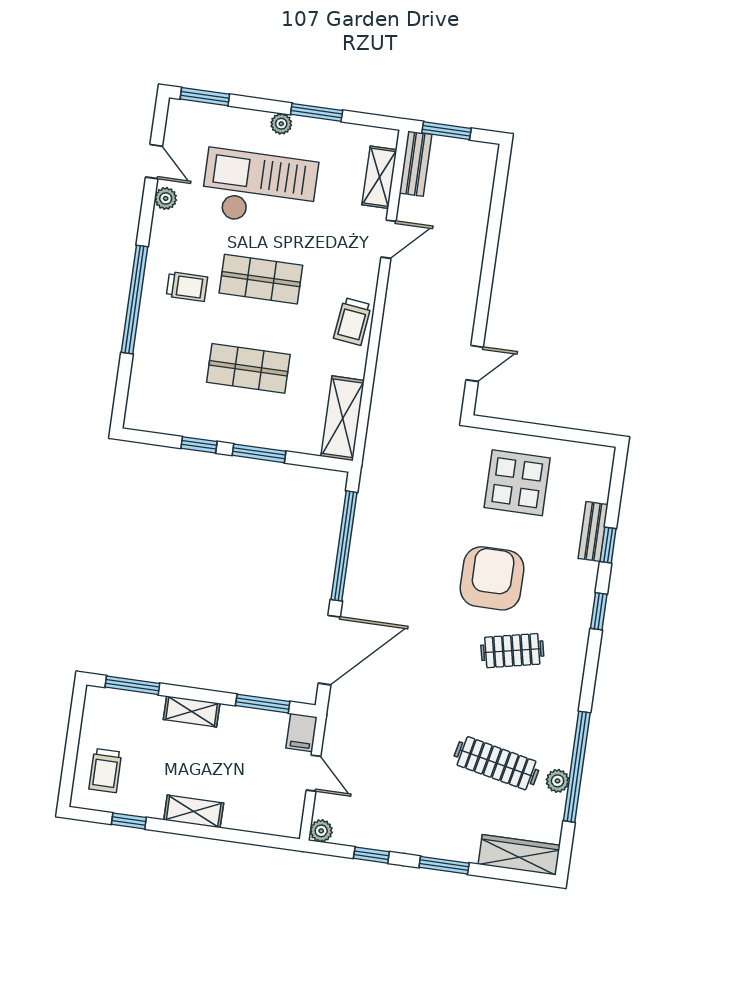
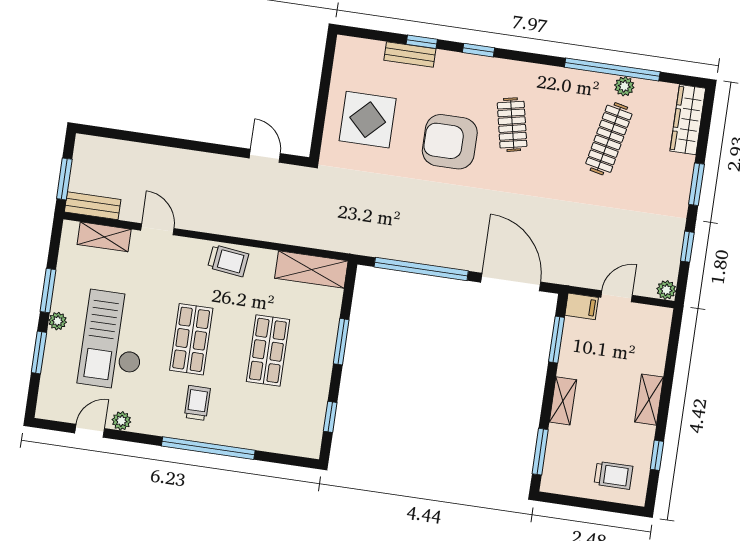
window: (205, 97) -> (39, 352), moved
window: (199, 445) -> (330, 417), moved

